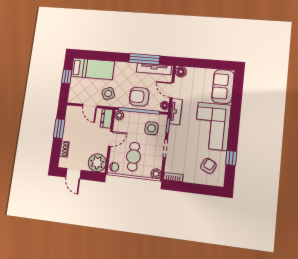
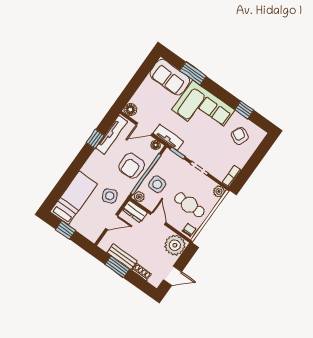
window: (144, 59) -> (95, 139), width x0.46
window: (236, 102) -> (193, 73), added
bench: (68, 128) -> (122, 257), added
side table: (151, 128) -> (157, 184), moved

